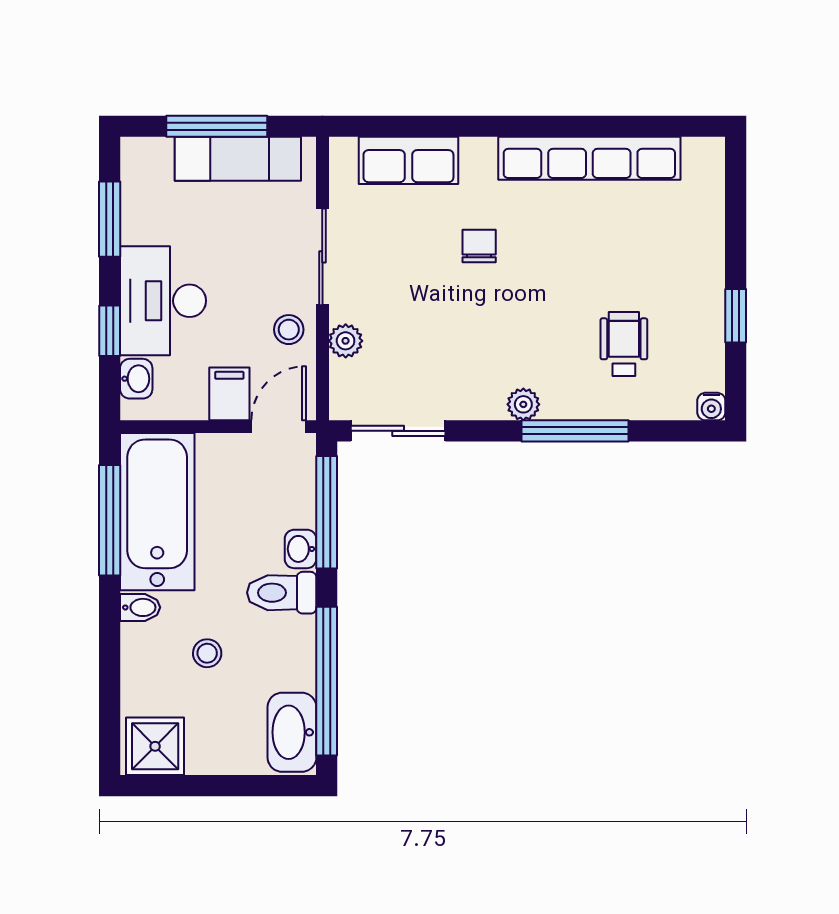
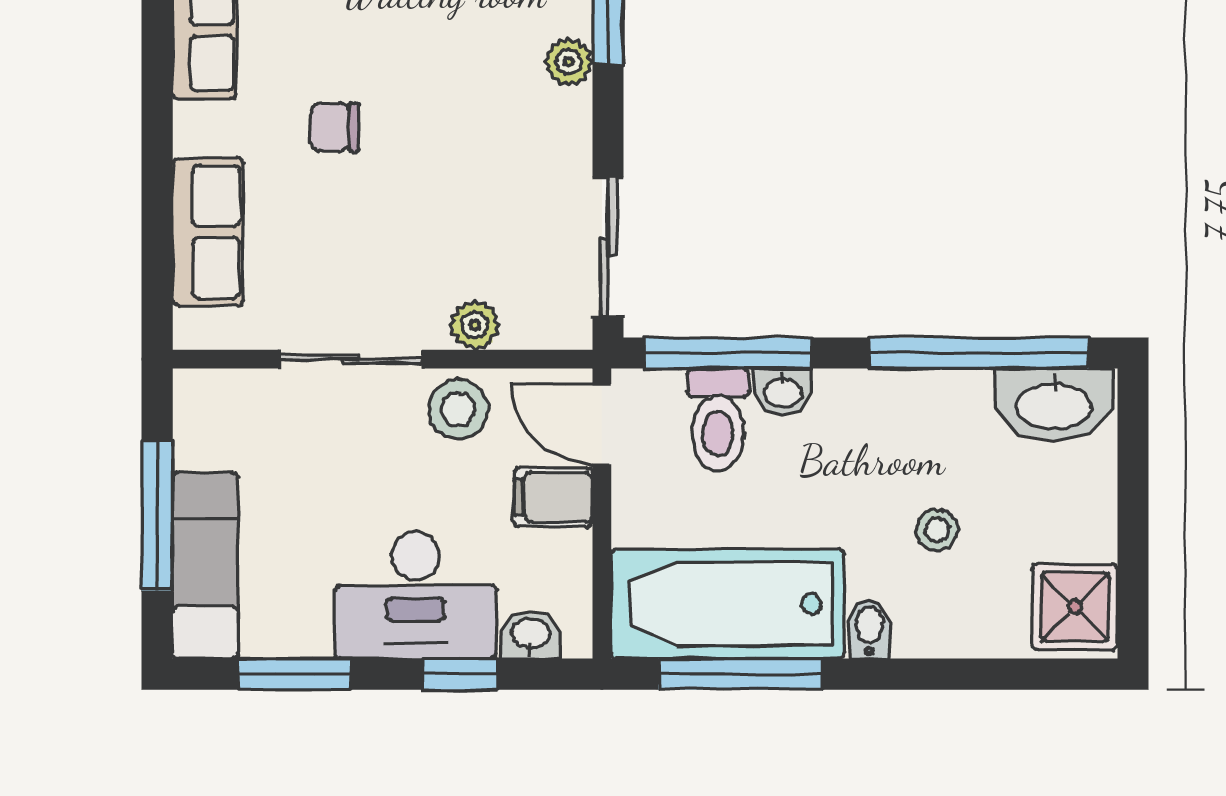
exam couch: (238, 159) -> (205, 565), moved
stool: (289, 330) -> (458, 409), width x1.37, depth x1.37
toilet: (282, 593) -> (718, 420), moved

